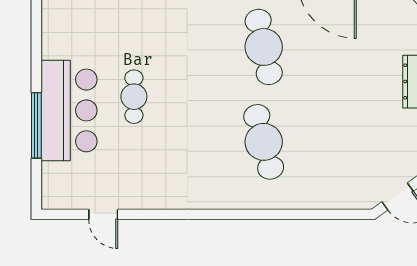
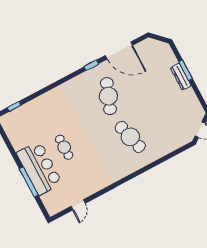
cafe table: (264, 47) -> (108, 96), turned 33
door: (103, 214) -> (78, 205), hinge flipped

